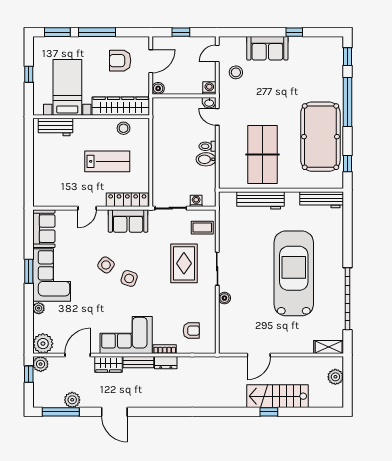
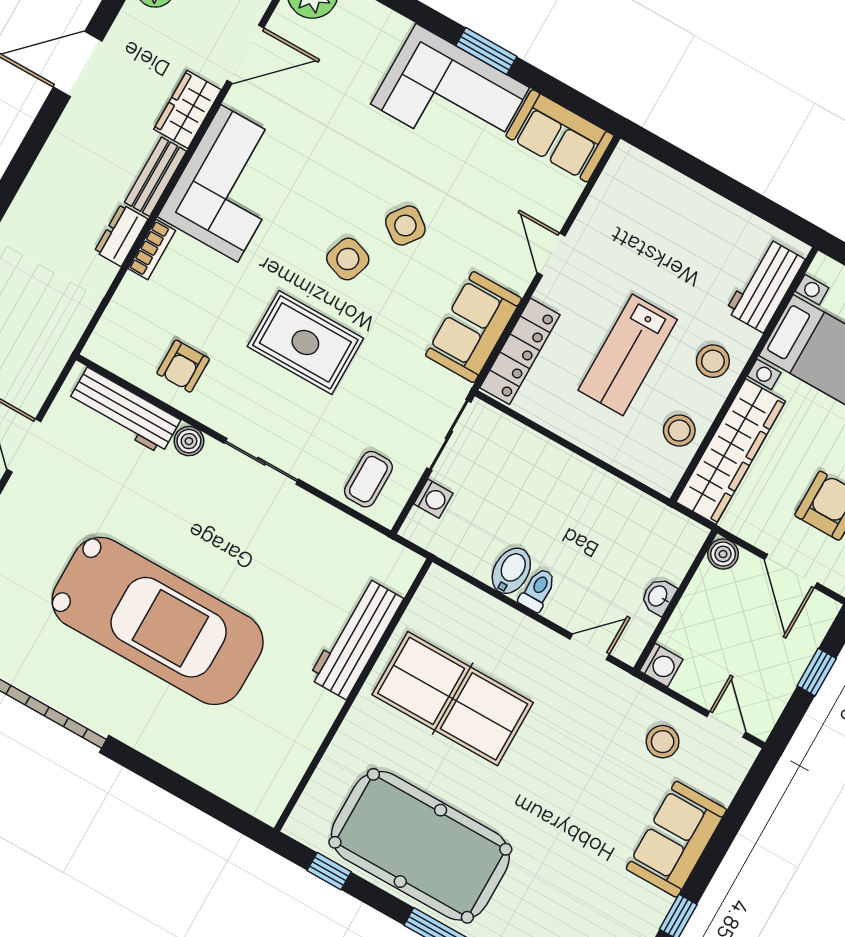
washbasin: (209, 103) -> (658, 596), moved
stool: (93, 130) -> (713, 361), added
workbench: (322, 200) -> (124, 411), moved, turned -90
rug: (184, 263) -> (305, 342), moved
plant: (39, 308) -> (394, 27), removed
armchair: (191, 331) -> (183, 366), moved
door: (78, 355) -> (245, 54), hinge flipped

